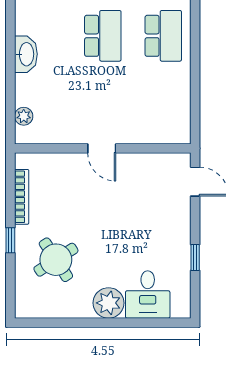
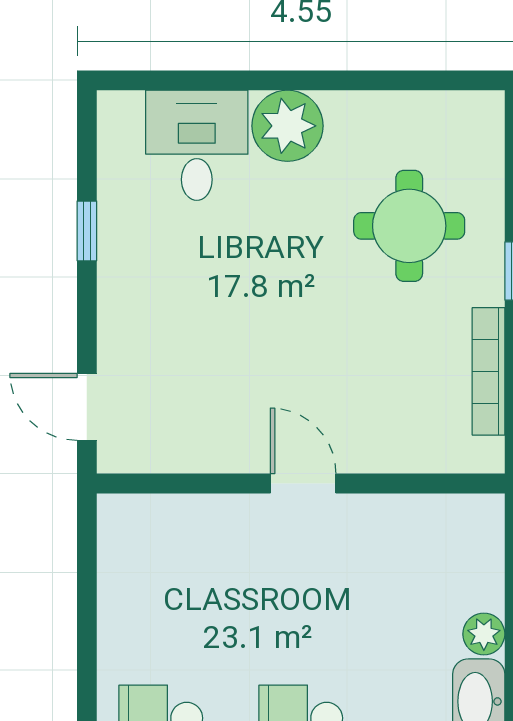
plant: (24, 116) -> (484, 634), moved
round table: (56, 260) -> (409, 226), turned 33

